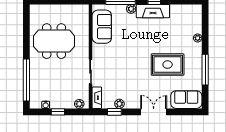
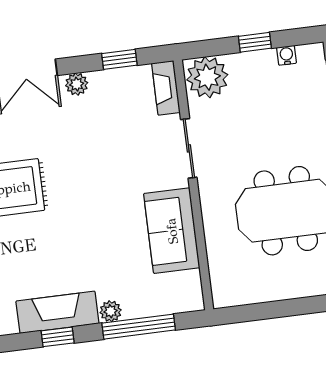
sofa: (102, 27) -> (172, 231), moved
plant: (79, 104) -> (207, 77), width x1.88, depth x1.88
plant: (119, 104) -> (77, 84), moved

